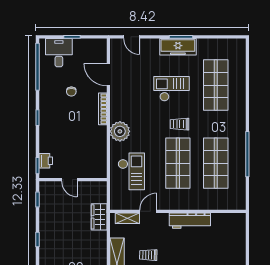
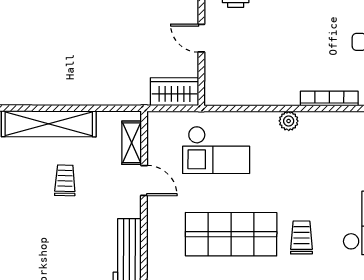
plant: (120, 131) -> (289, 121), width x0.53, depth x0.53
door: (69, 180) -> (201, 38), hinge flipped
wardrobe: (99, 217) -> (174, 92), moved

